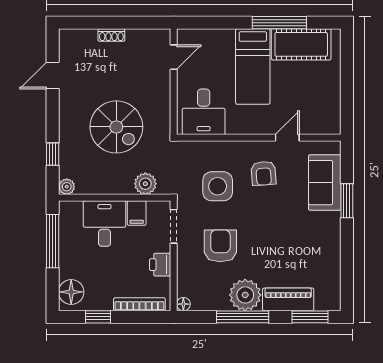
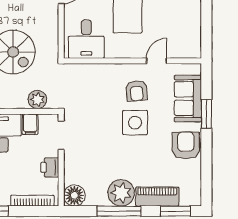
side table: (218, 186) -> (135, 123), moved
armchair: (220, 246) -> (186, 145), moved
floor lamp: (183, 304) -> (74, 195), width x1.89, depth x1.89

